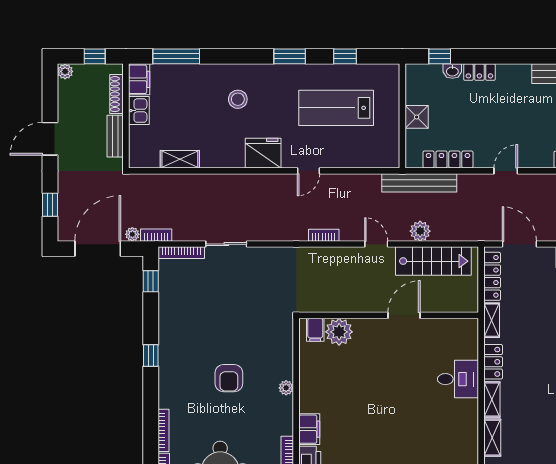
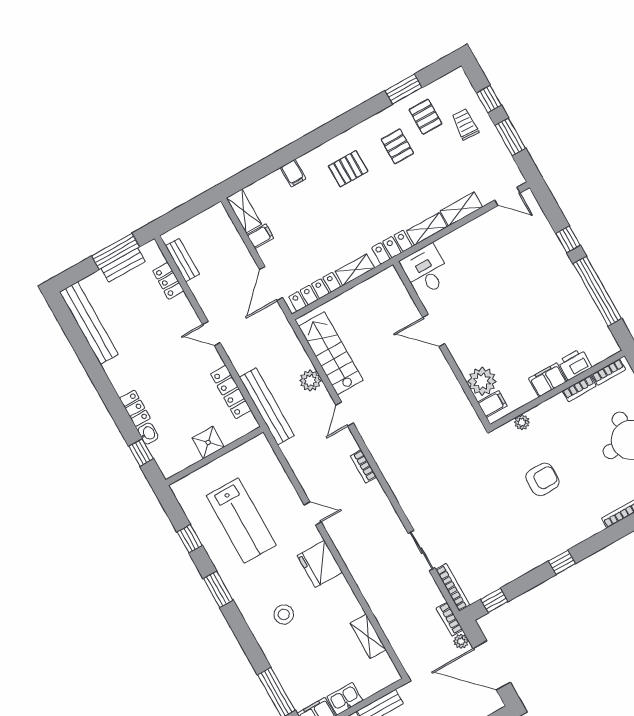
wall: (389, 315) -> (442, 344), moved
door: (404, 315) -> (434, 330), moved
filing cabinet: (315, 330) -> (492, 404), moved
plant: (339, 332) -> (482, 381), moved

